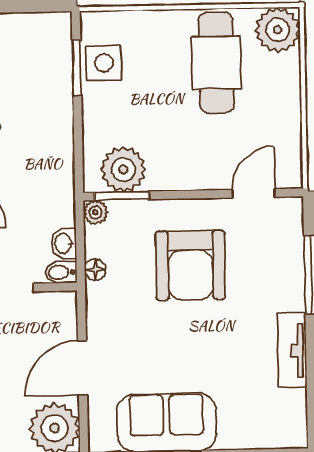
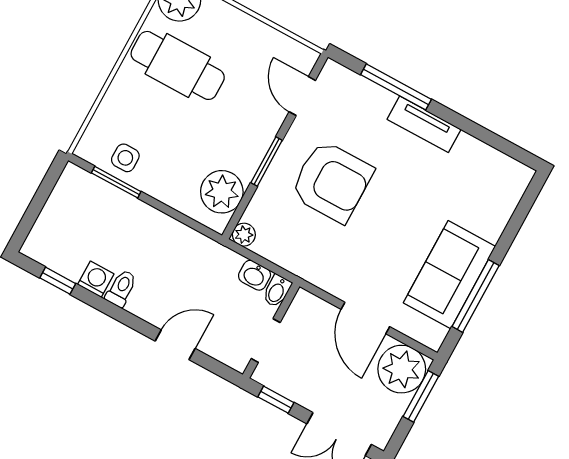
side table: (104, 63) -> (125, 158), width x0.73, depth x0.73
window: (122, 196) -> (267, 162), moved
floor lamp: (95, 270) -> (291, 262), removed
tv unit: (292, 350) -> (424, 124), moved

